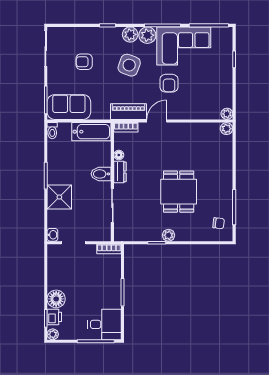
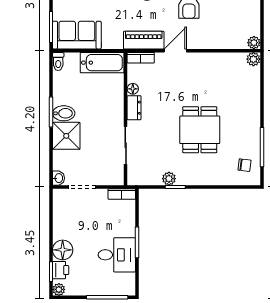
bidet: (101, 174) -> (64, 113), moved, turned 180
plant: (169, 235) -> (169, 179), moved
desk: (105, 324) -> (117, 255), moved

